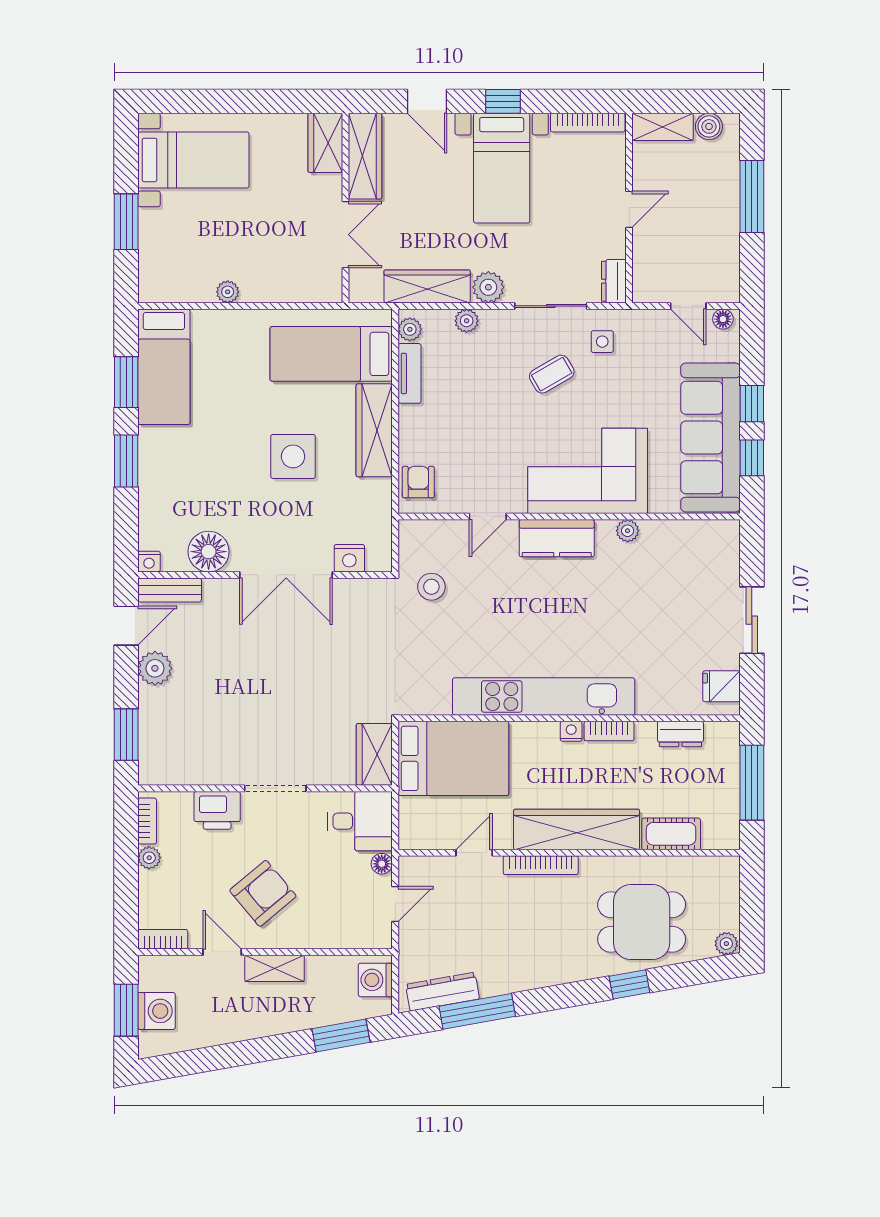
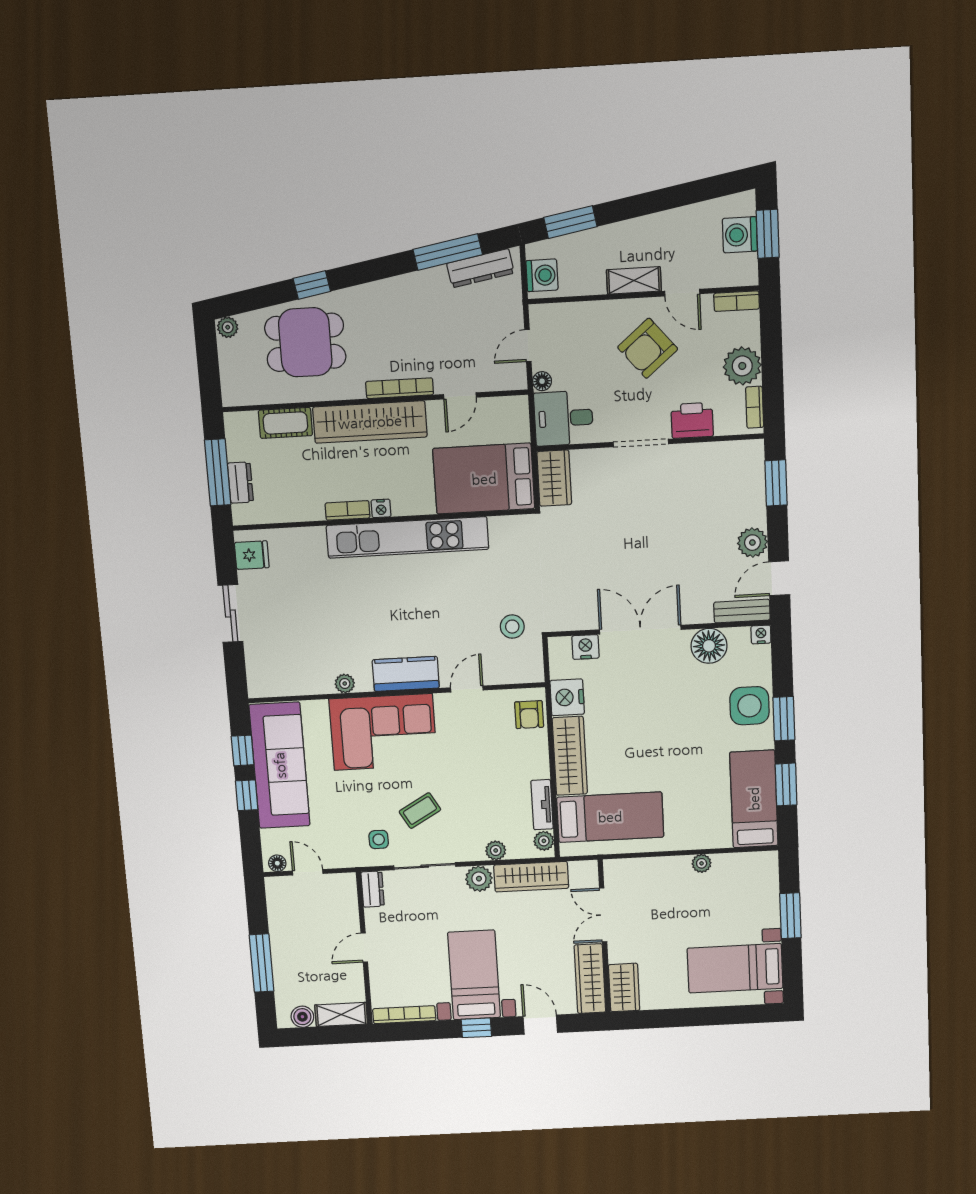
side table: (293, 456) -> (749, 706), moved
nightstand: (373, 500) -> (567, 697), added
dresser: (680, 734) -> (240, 483), moved, turned 90
plant: (149, 858) -> (742, 366), width x1.88, depth x1.88

